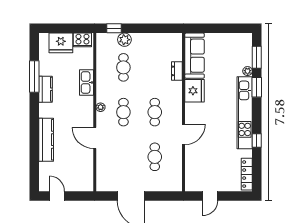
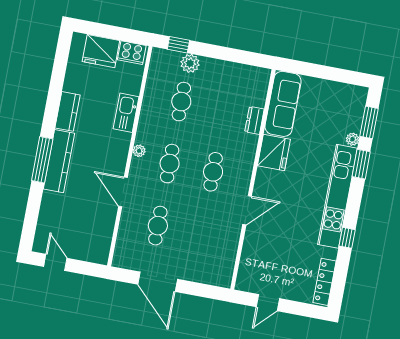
window: (34, 77) -> (42, 160), moved
kitchen counter: (46, 140) -> (59, 161), moved
cafe table: (155, 157) -> (158, 226), moved

